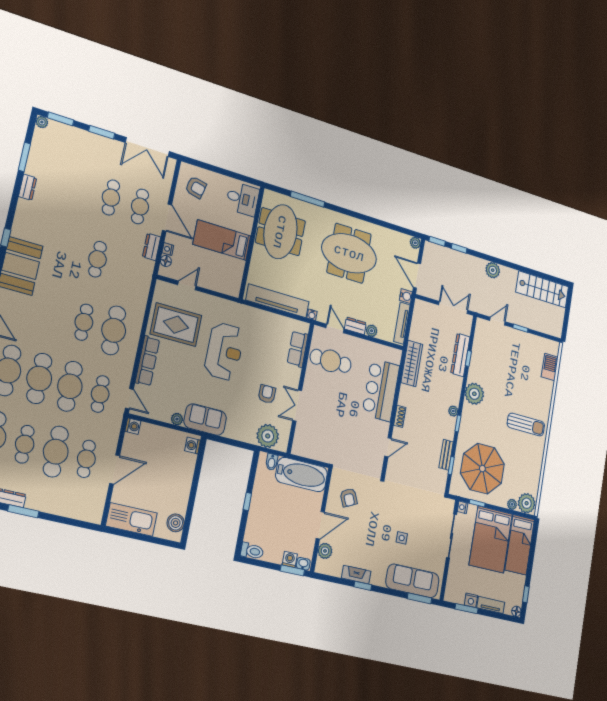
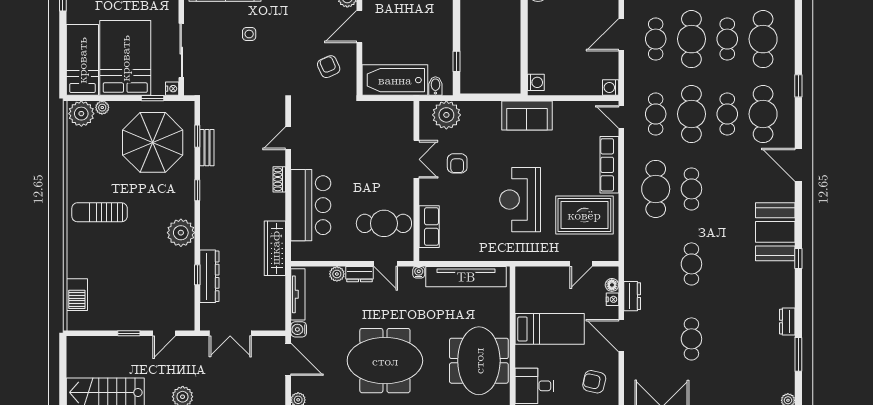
cafe table: (140, 206) -> (656, 339), removed
cafe table: (39, 378) -> (727, 114), width x0.73, depth x0.74
plant: (453, 411) -> (207, 204), removed
plant: (177, 419) -> (561, 108), removed
window: (247, 501) -> (456, 61), moved

